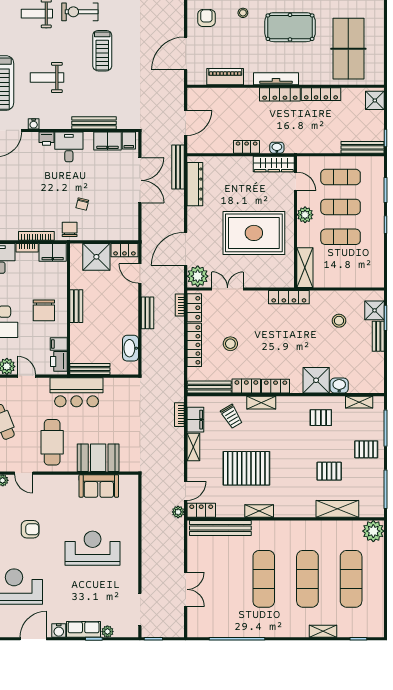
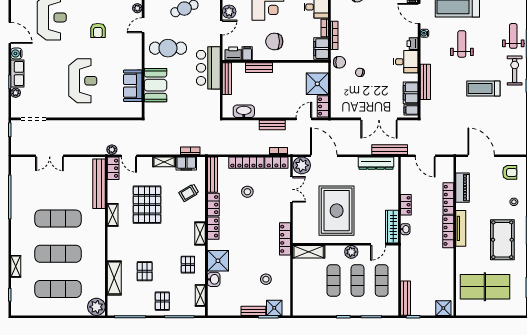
locker: (321, 94) -> (448, 199), moved
bench: (76, 306) -> (259, 68), moved
shelving: (261, 403) -> (200, 234), moved

